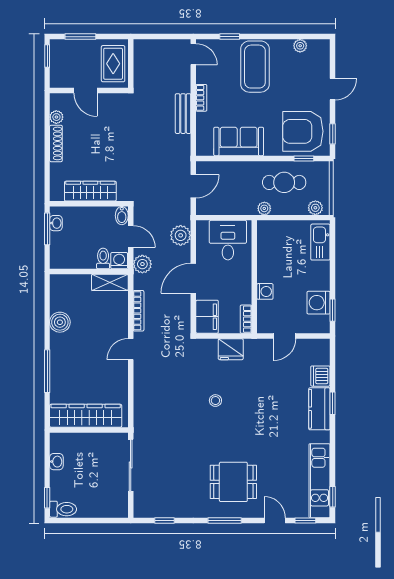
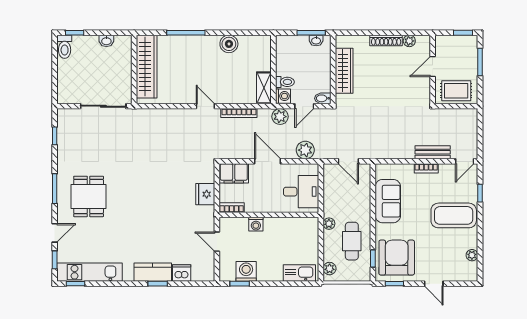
bench: (183, 114) -> (433, 152), moved
stool: (215, 401) -> (160, 181), removed

